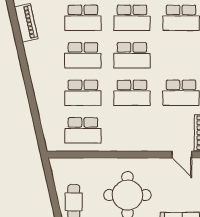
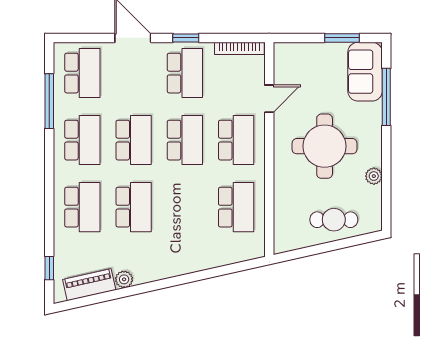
plant: (30, 48) -> (124, 279), added
school desk: (83, 93) -> (236, 140), moved
door: (182, 155) -> (269, 99), moved

